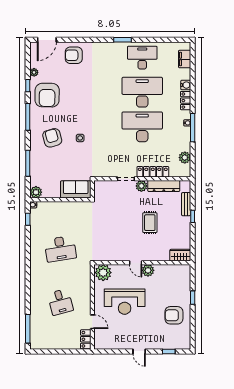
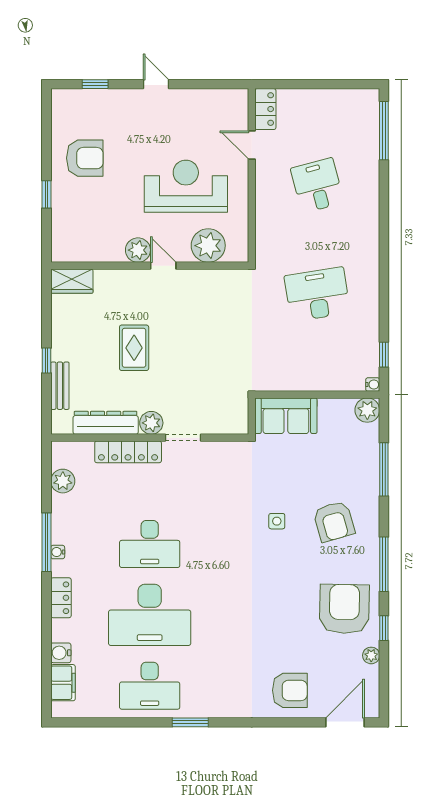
water cooler: (186, 85) -> (61, 653), moved
desk: (142, 127) -> (150, 544), width x0.73, depth x0.77
plant: (103, 273) -> (208, 246), moved

